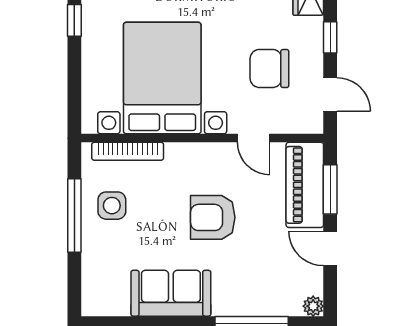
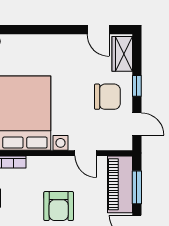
chair: (269, 68) -> (107, 97), moved, turned 180
armchair: (213, 217) -> (59, 206), turned -90

